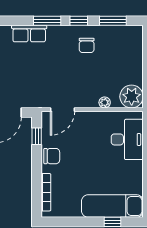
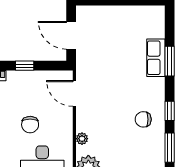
window: (47, 21) -> (170, 61), moved
window: (37, 136) -> (25, 66), moved
chair: (52, 156) -> (30, 125), moved

